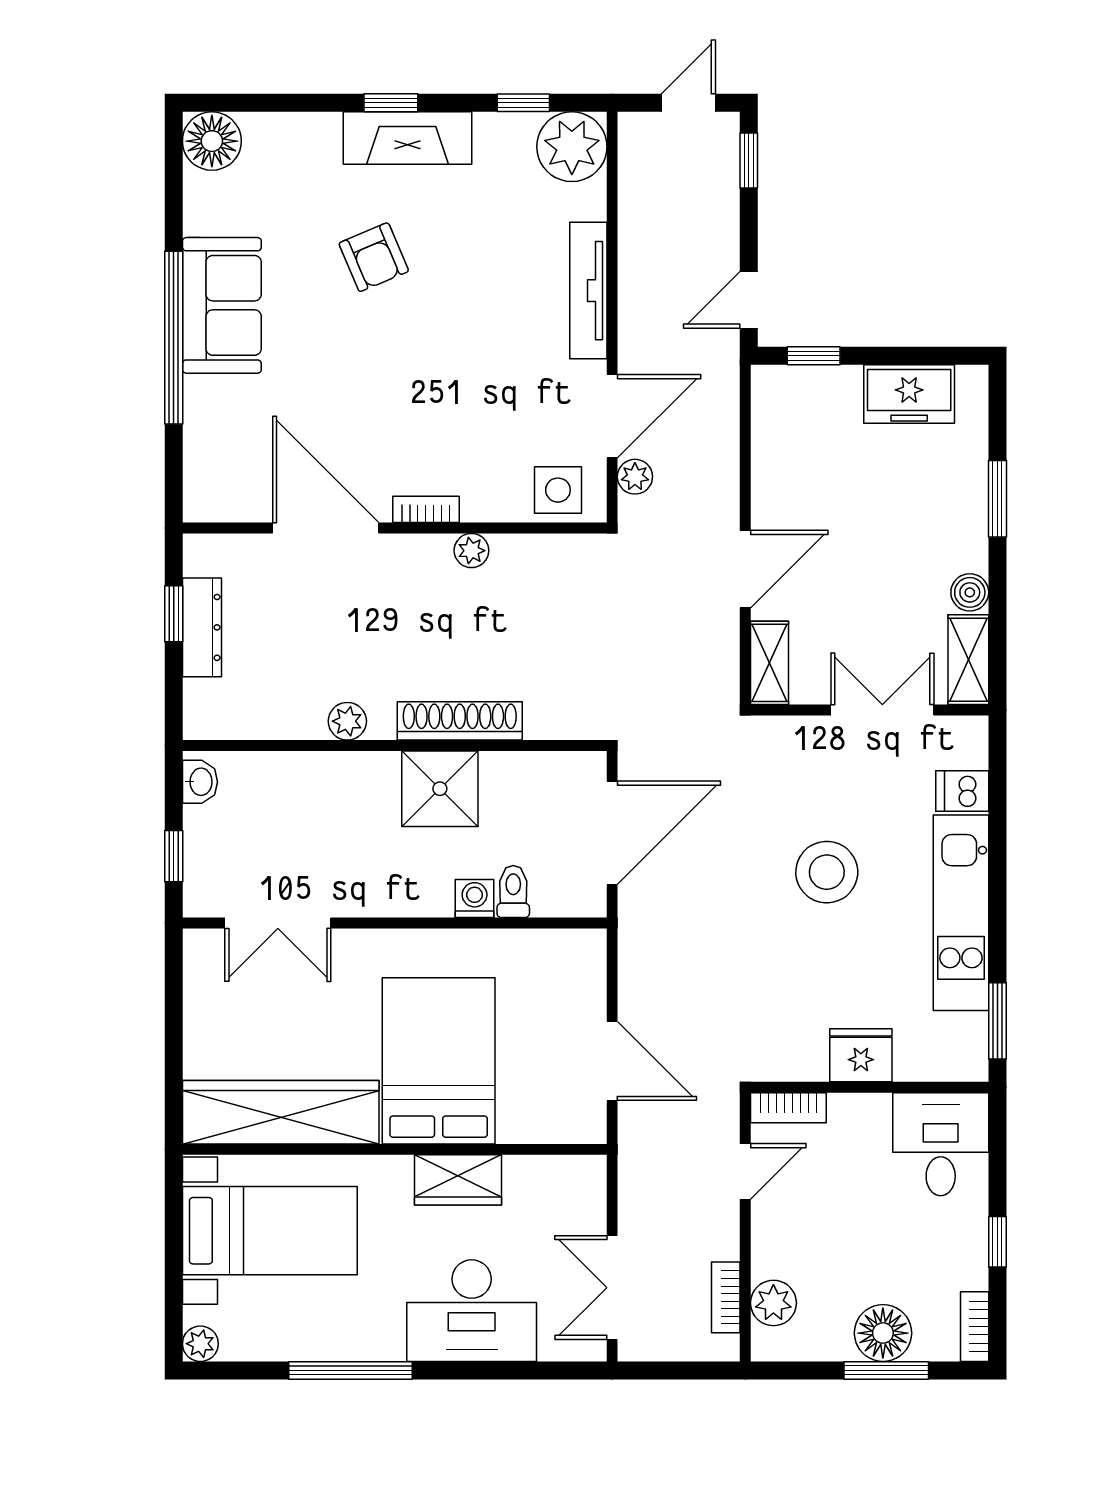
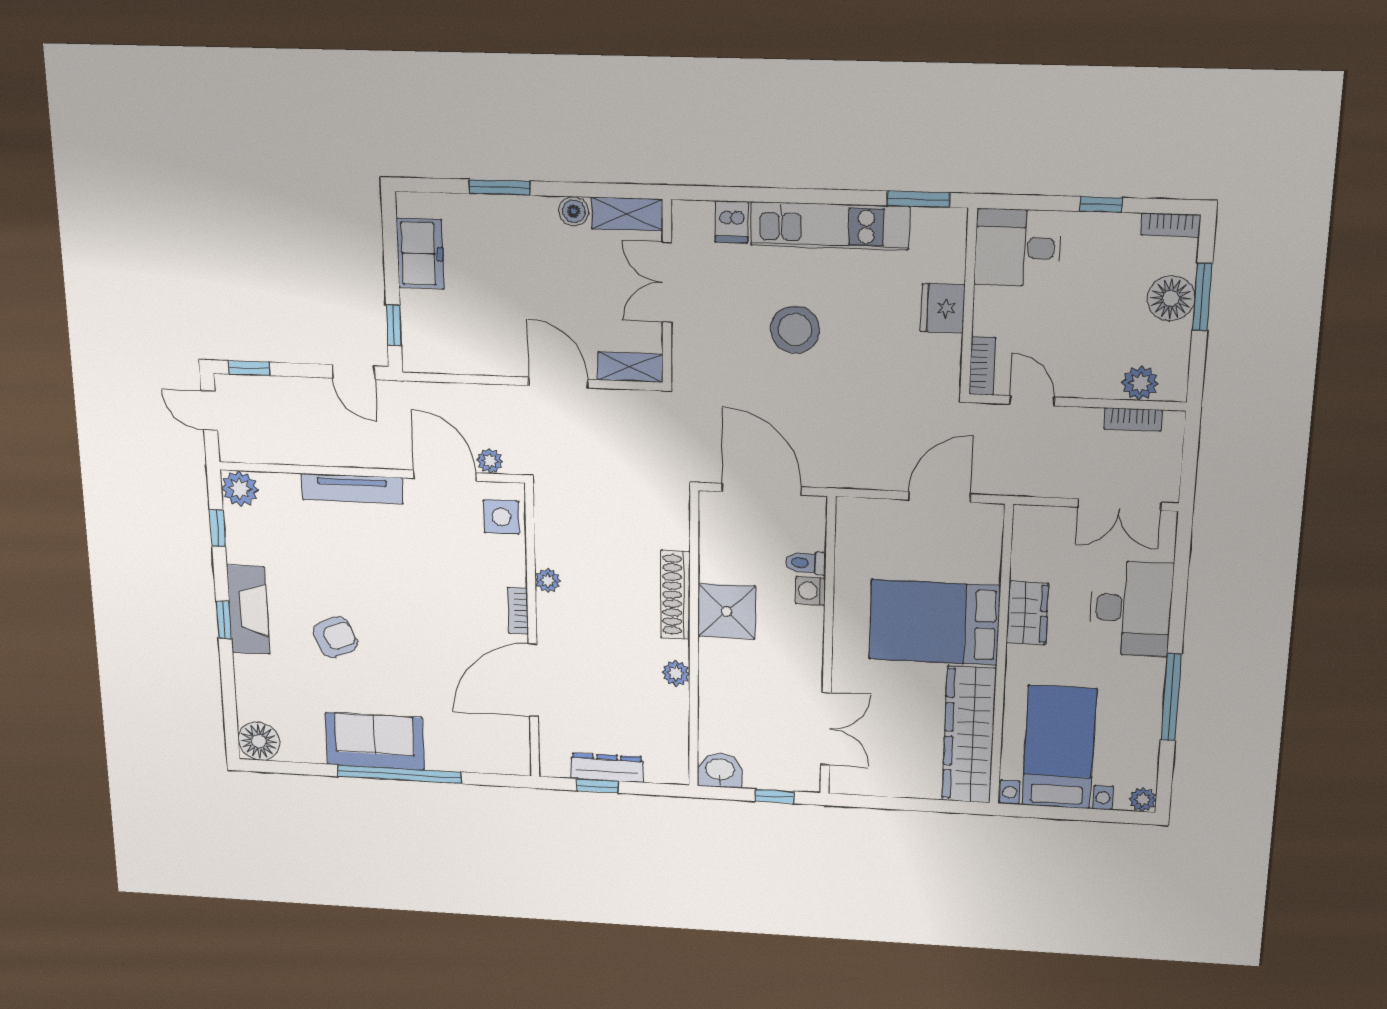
plant: (572, 147) -> (240, 489), width x0.73, depth x0.73
washbasin: (200, 782) -> (720, 770), width x1.38, depth x1.45

